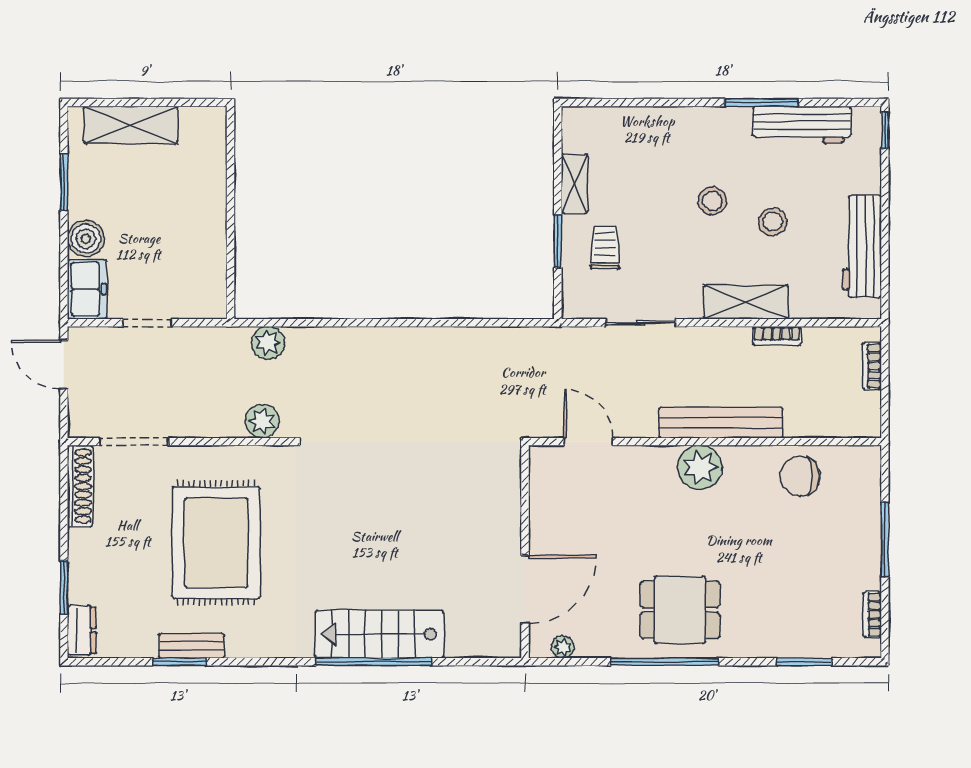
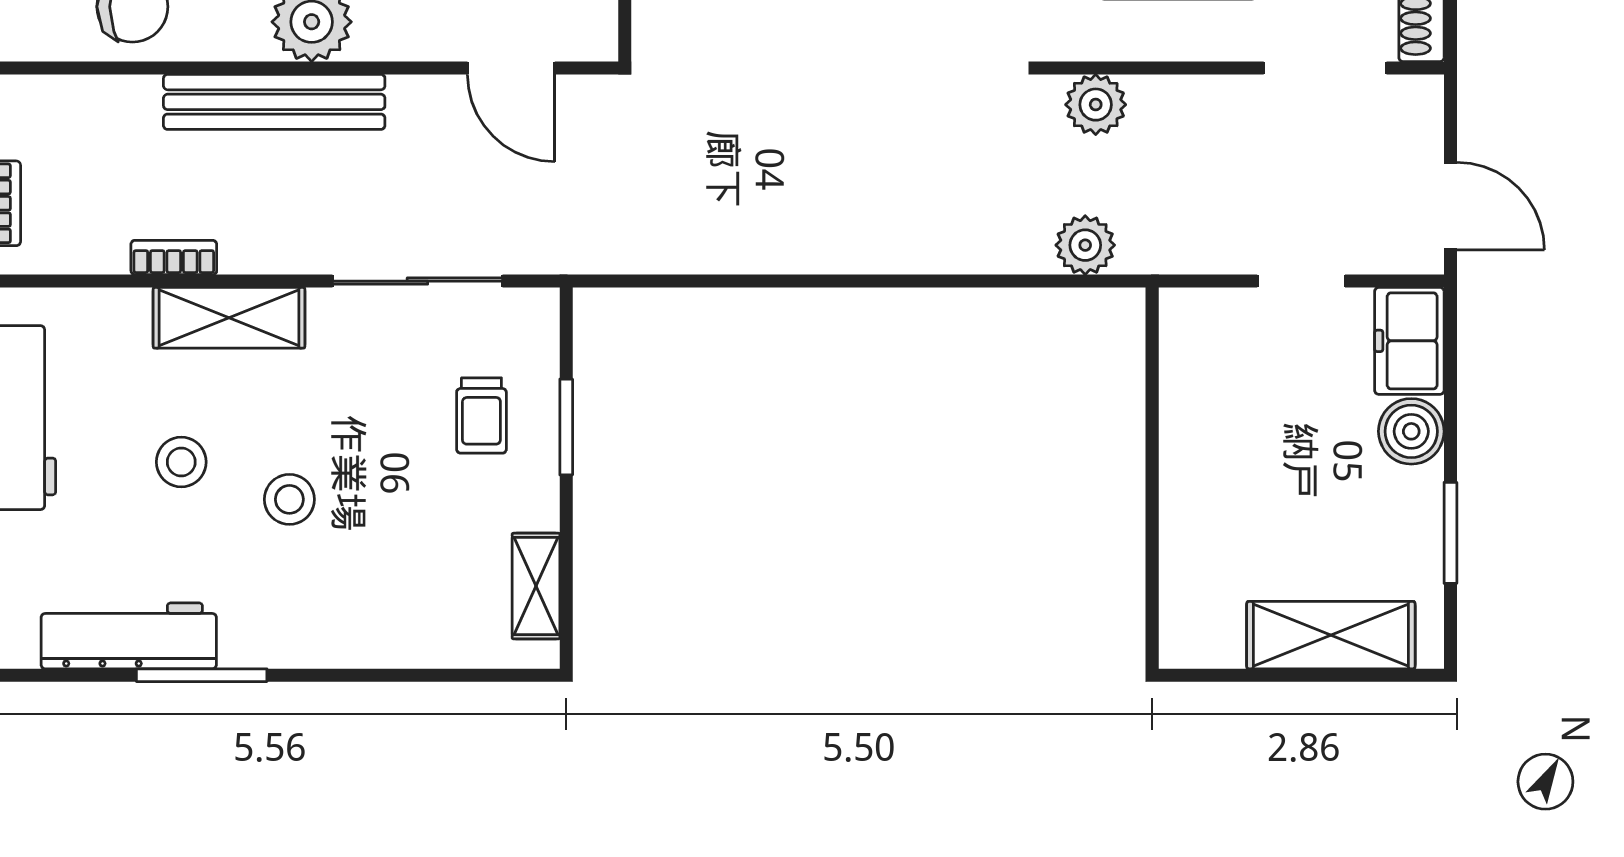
shelving: (575, 184) -> (536, 586), moved
sliding door: (641, 323) -> (417, 281), width x1.37

